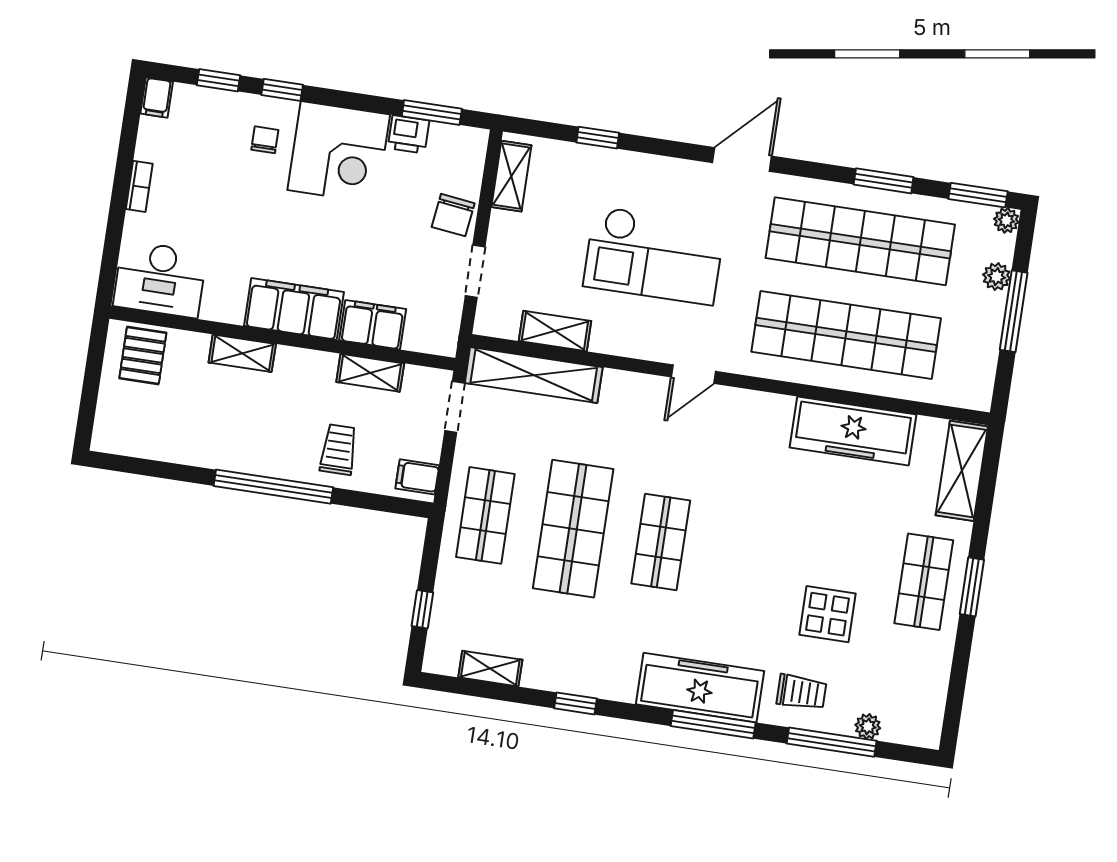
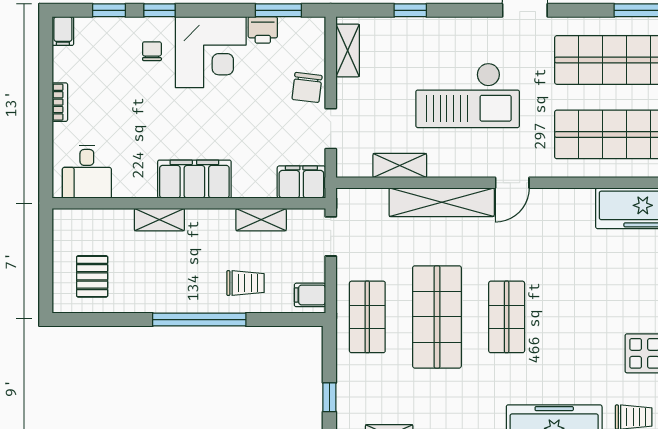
desk: (160, 279) -> (87, 172), width x0.73
filing cabinet: (373, 325) -> (301, 182), moved
pallet: (143, 355) -> (92, 276), moved
shelving: (534, 375) -> (442, 202), moved
trolley: (339, 450) -> (246, 283), turned 90

